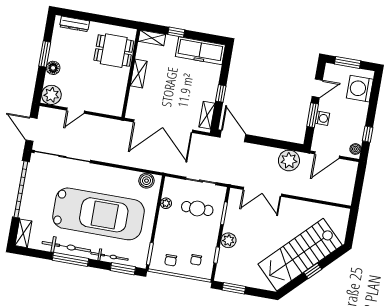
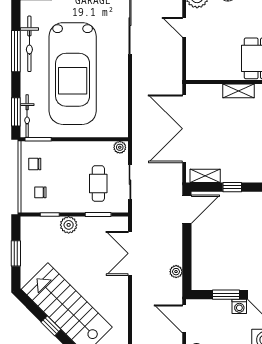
washing machine: (322, 118) -> (239, 306), moved
plant: (289, 160) -> (176, 272), width x0.53, depth x0.53
boiler: (146, 181) -> (120, 121), removed
plant: (166, 203) -> (120, 147), moved
bicycle: (110, 256) -> (27, 116), moved
window: (234, 288) -> (16, 253), moved

